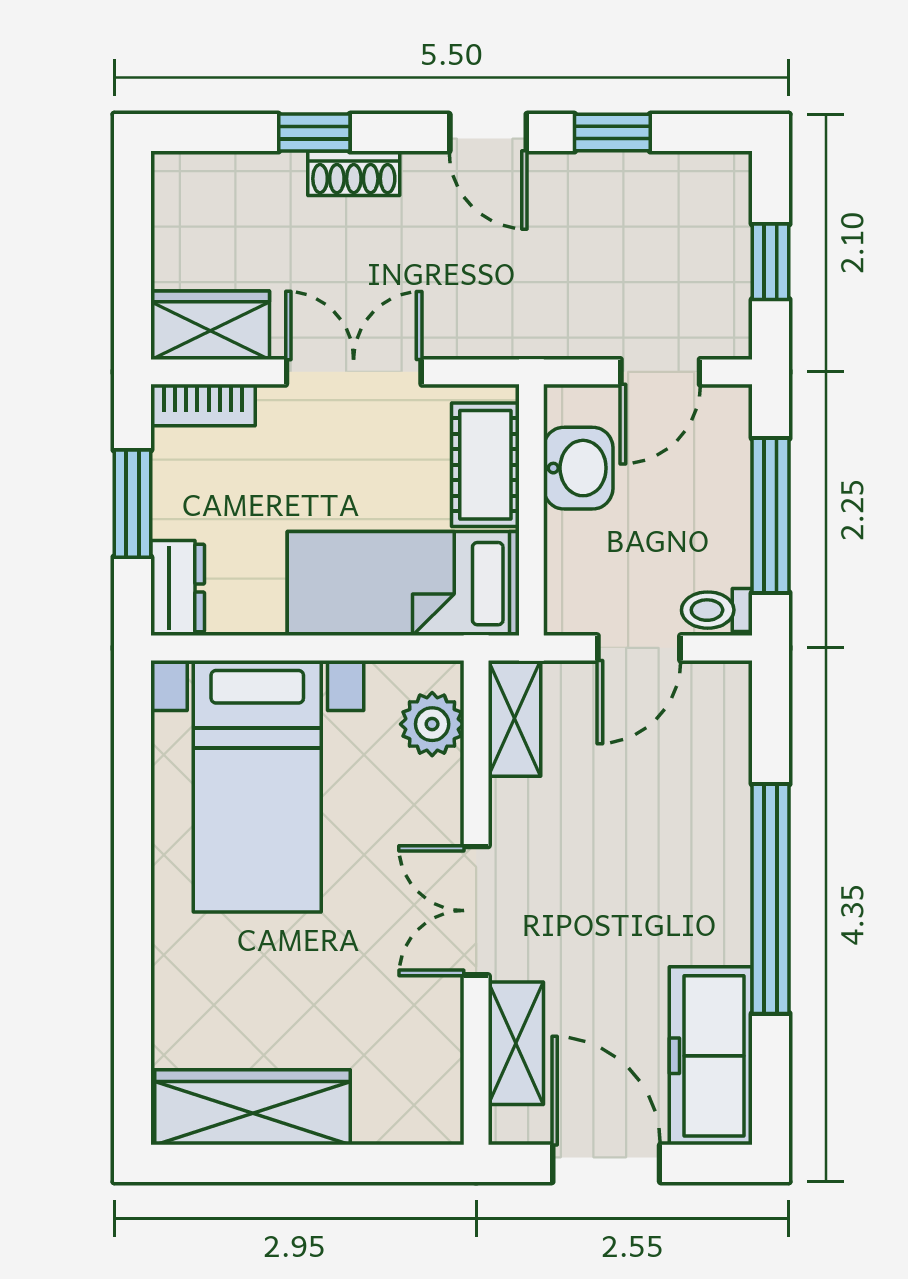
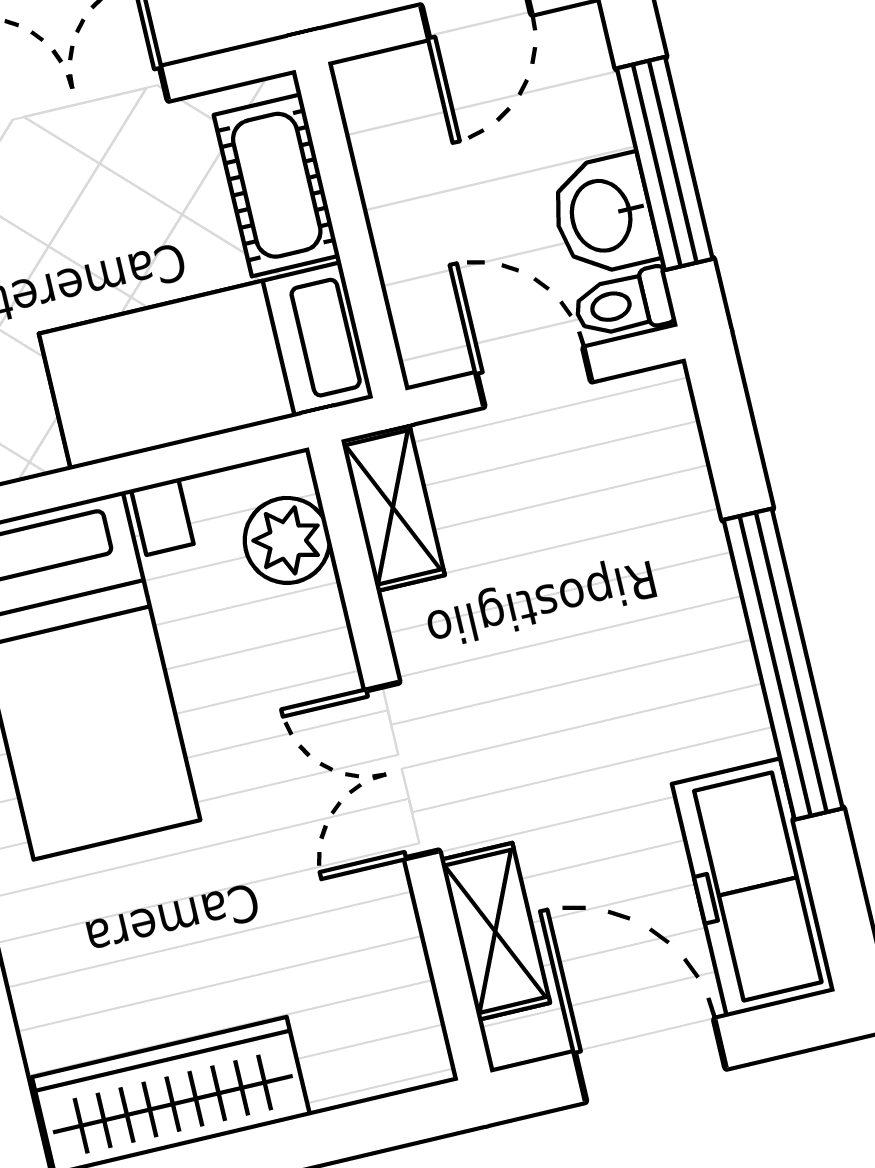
washbasin: (578, 468) -> (604, 215), moved, turned 180
door: (639, 648) -> (534, 377), swing flipped

